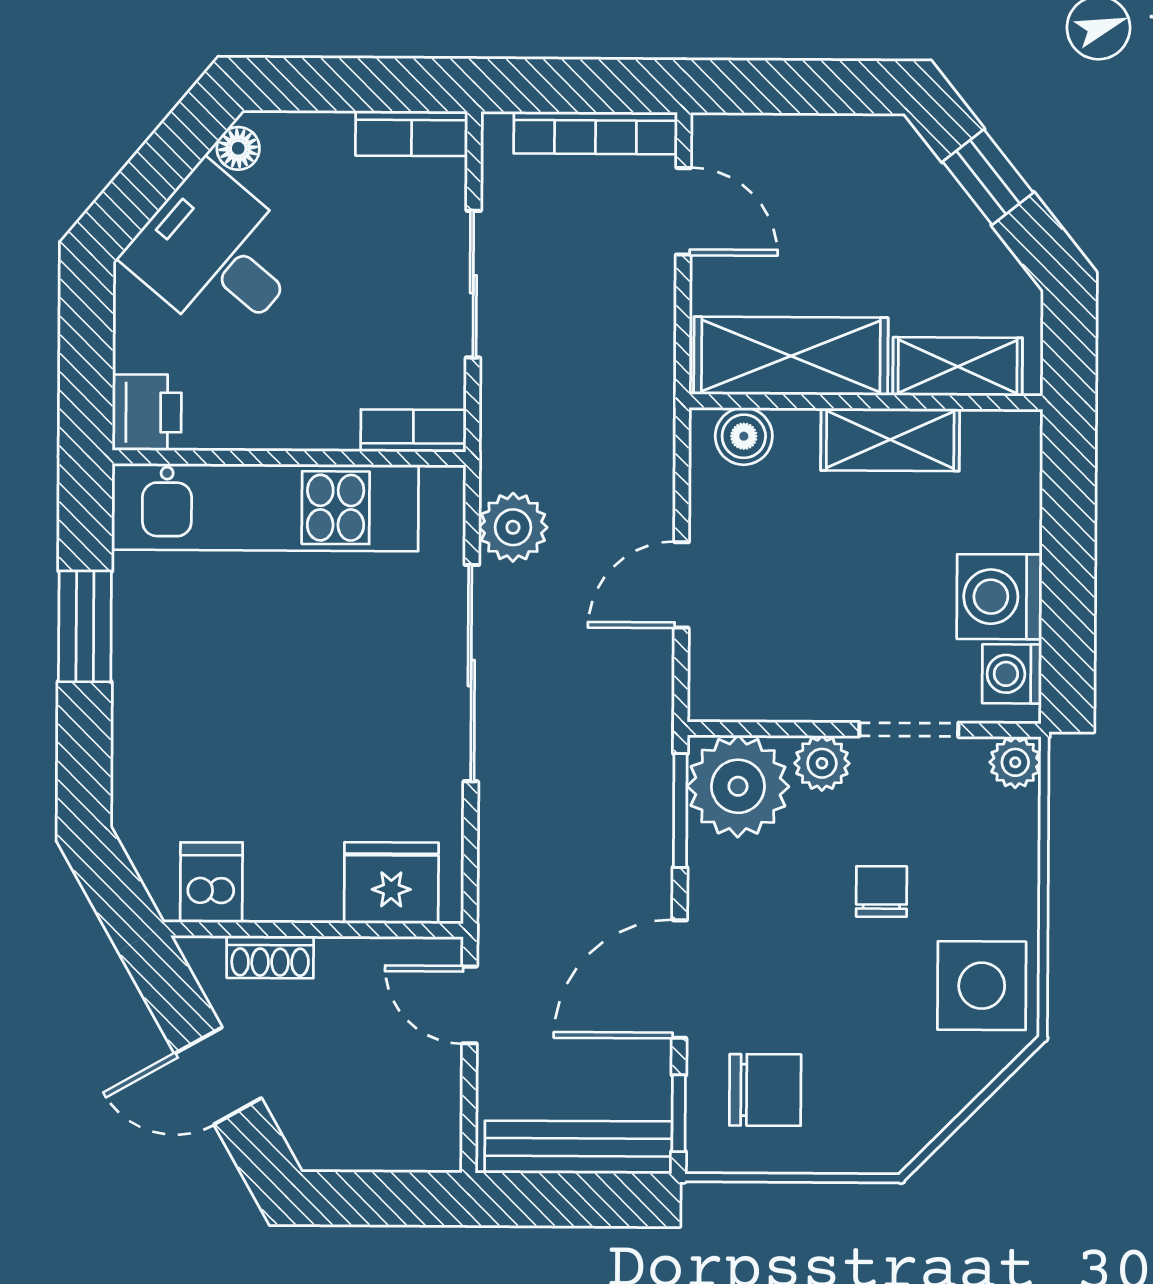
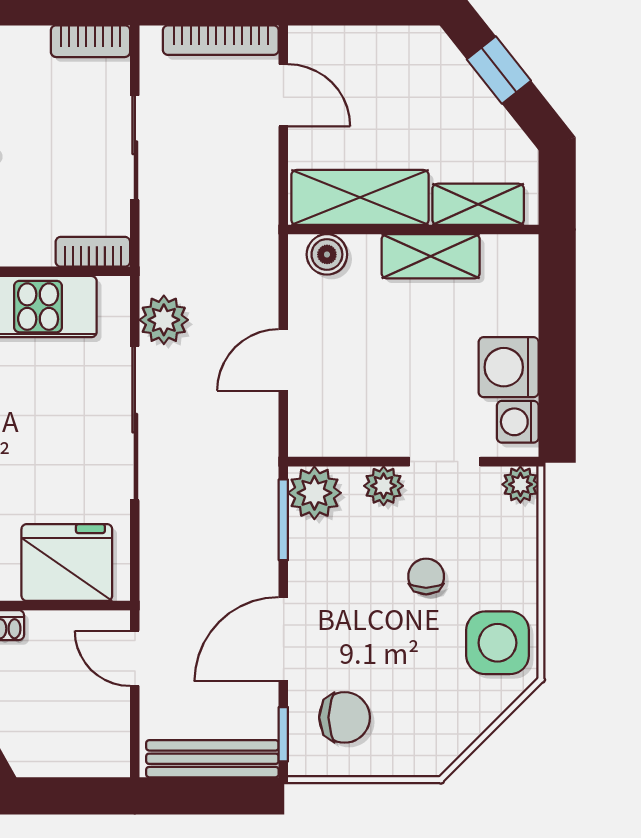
plant: (738, 786) -> (314, 493), width x0.73, depth x0.73
fridge: (391, 883) -> (67, 562), width x1.36, depth x1.34

